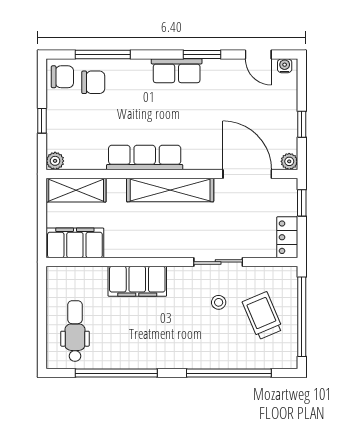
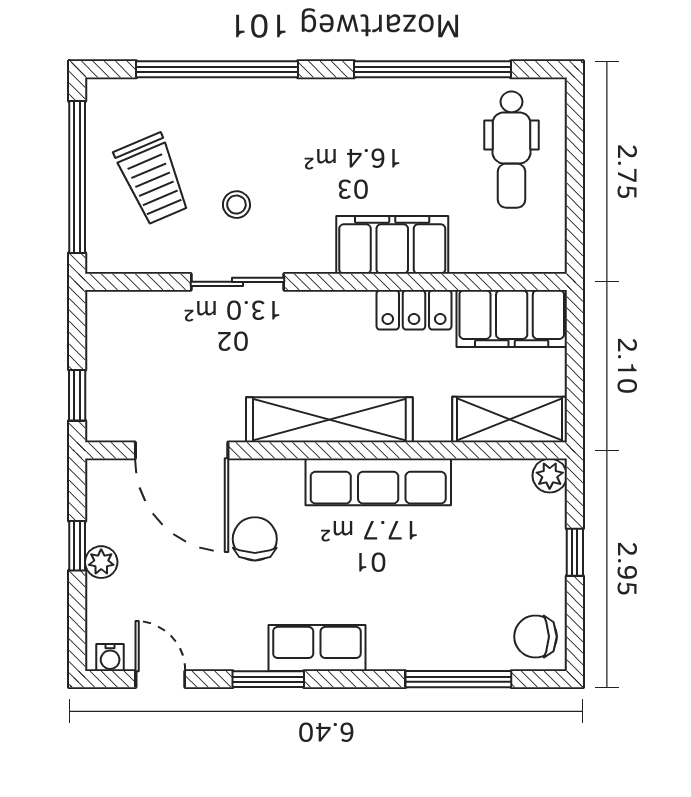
chair: (93, 82) -> (255, 539), moved, turned 90
plant: (289, 161) -> (101, 562), moved
locker: (287, 237) -> (414, 310), moved, turned 90

